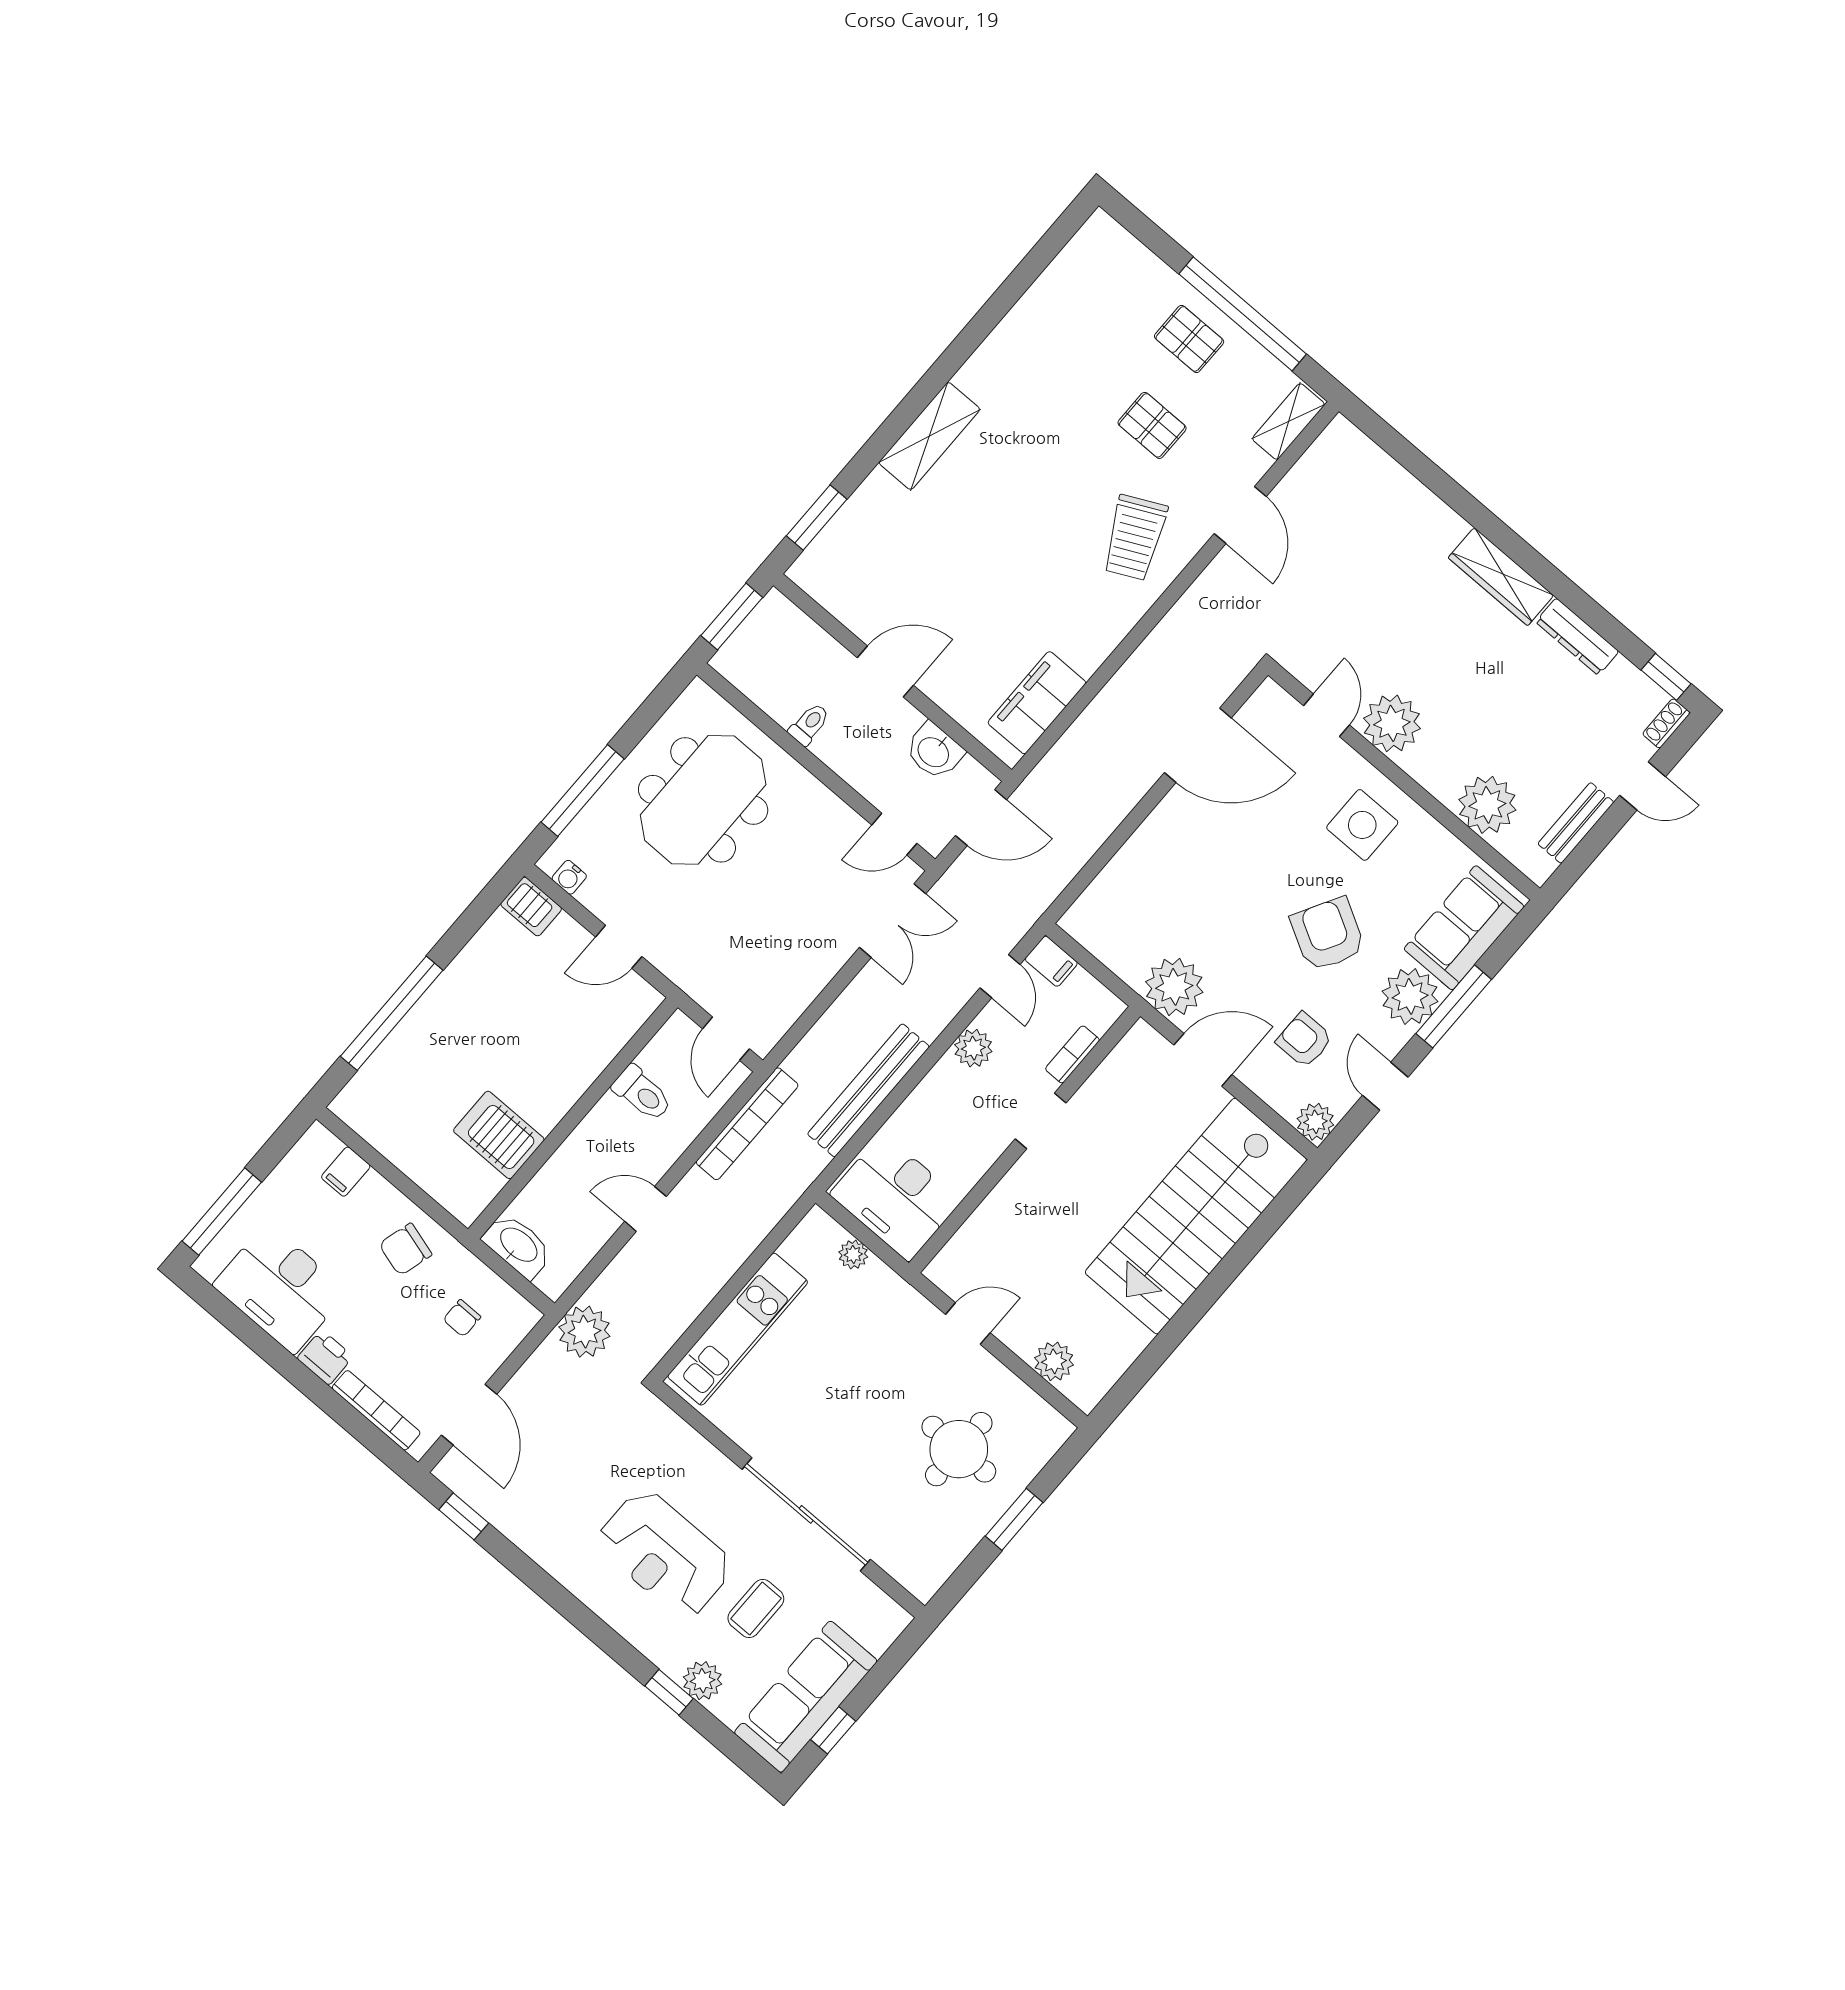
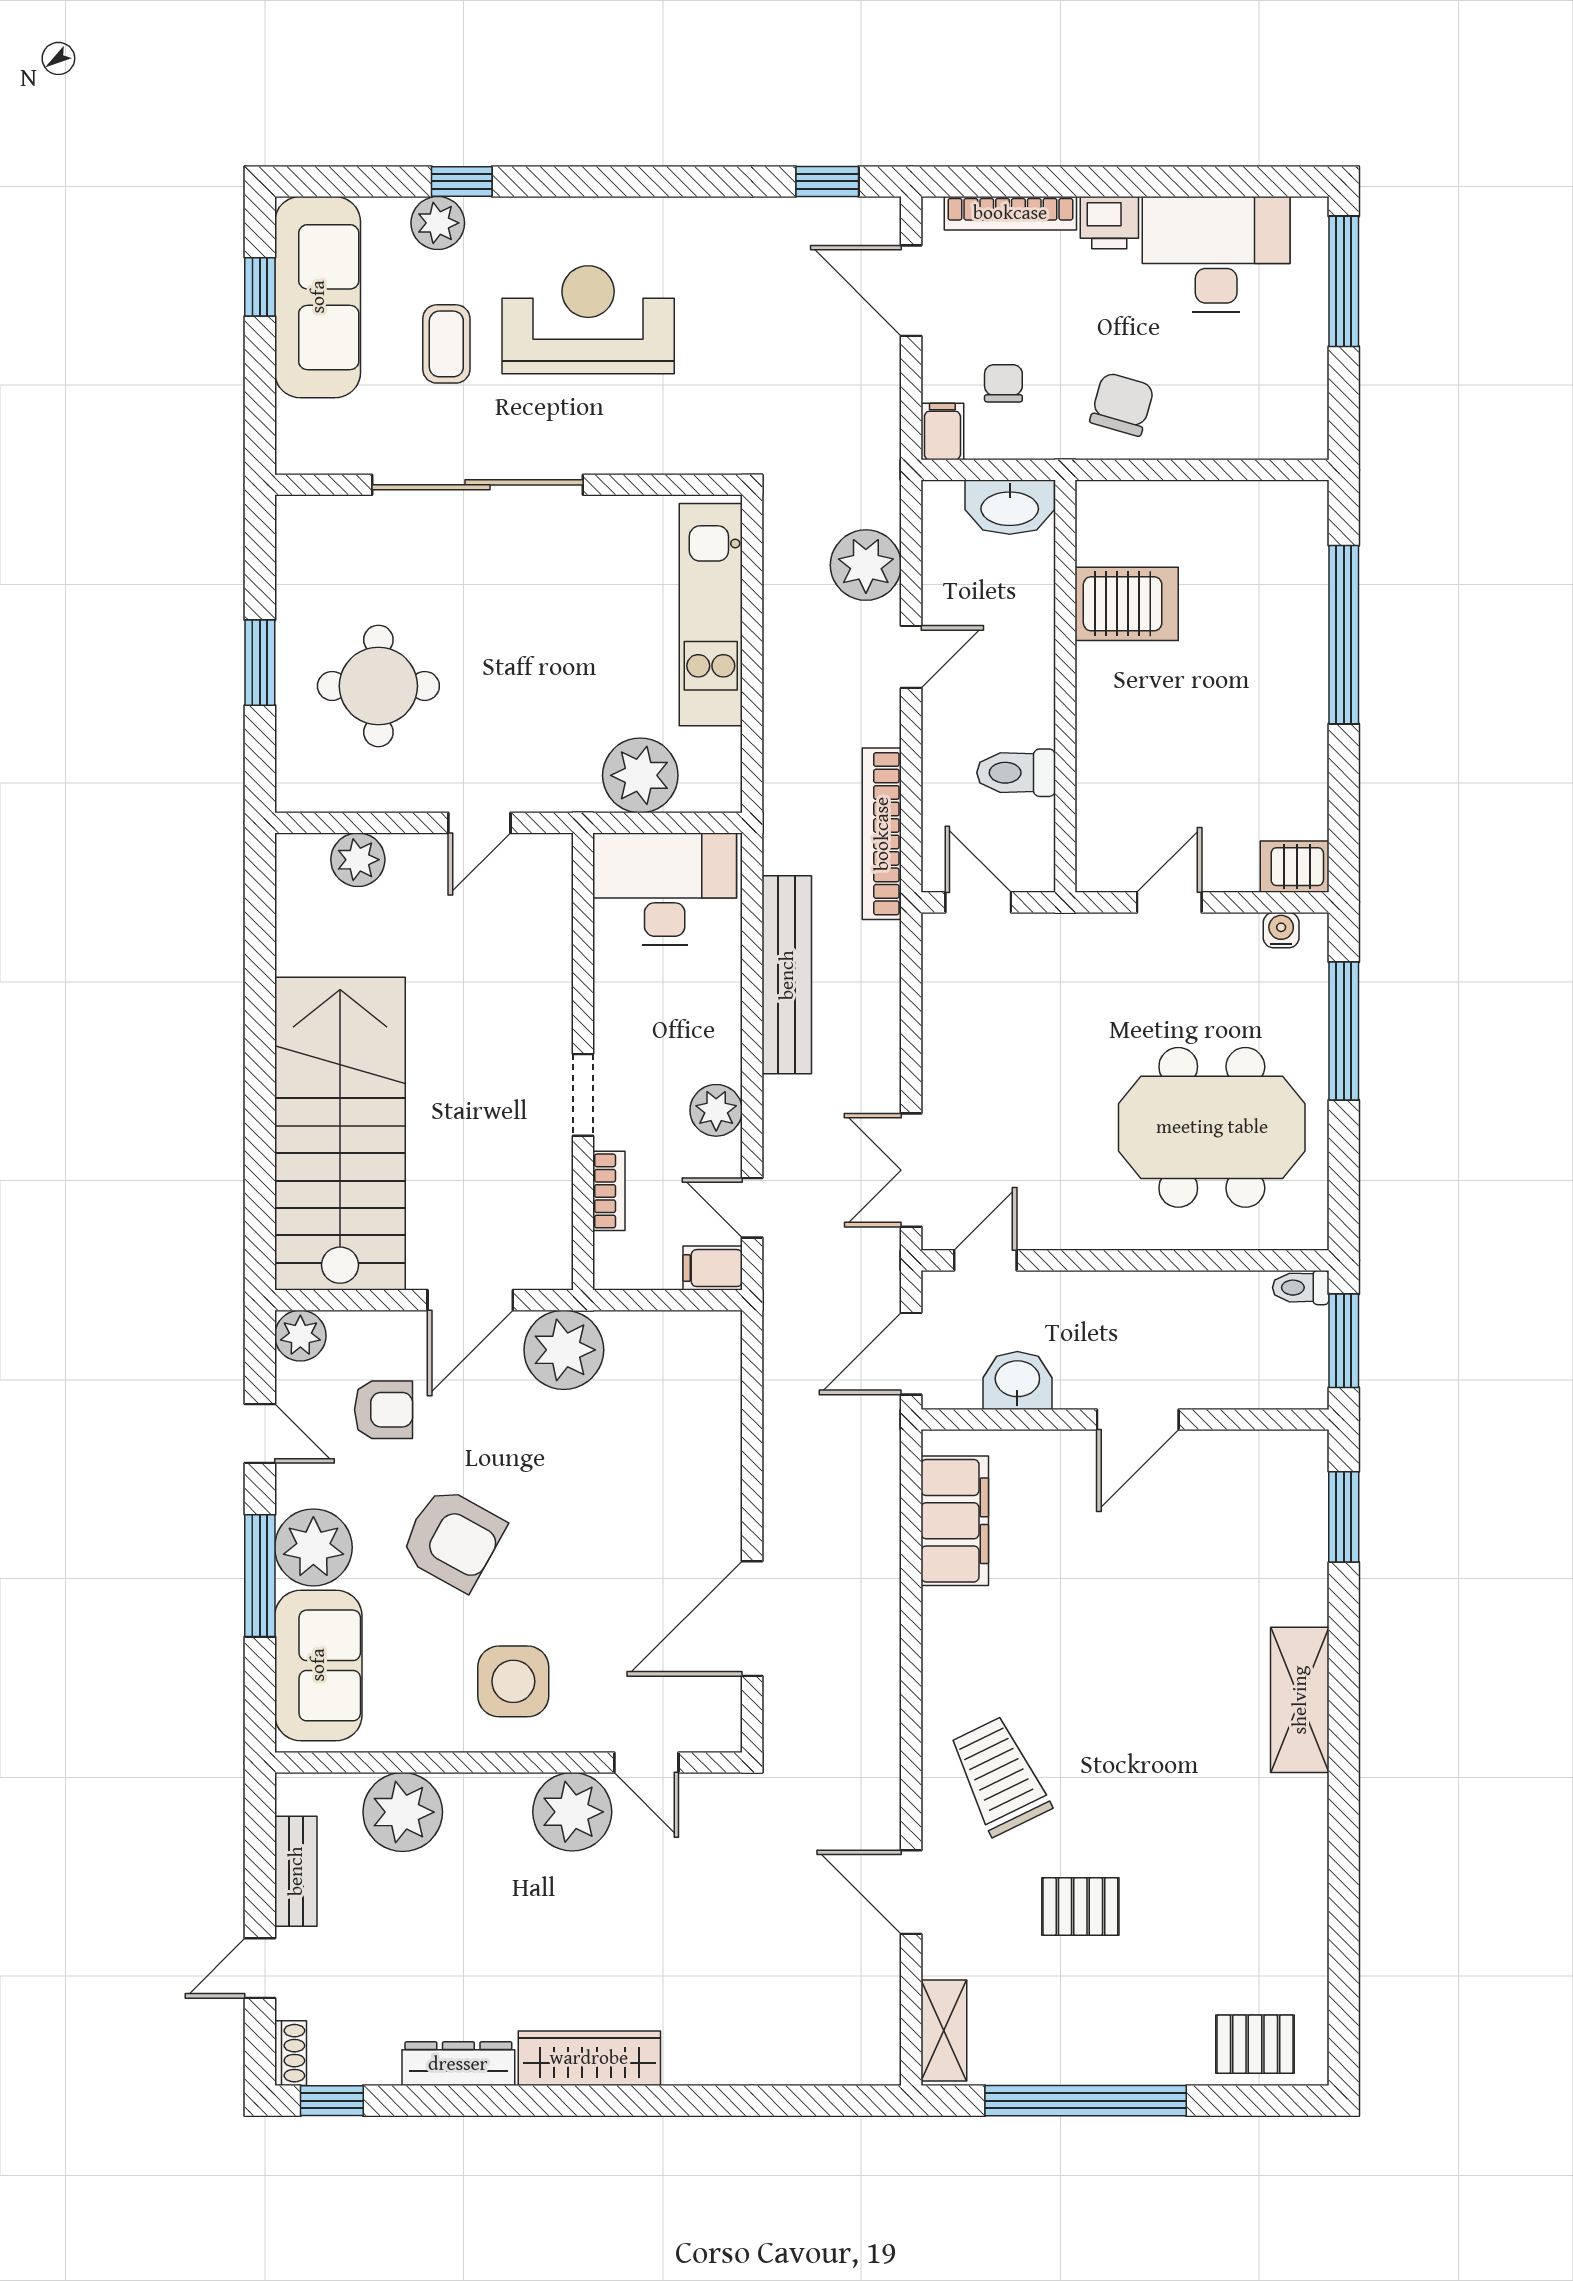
pallet: (1189, 339) -> (1255, 2044), moved
toilet: (809, 724) -> (1301, 1288), moved, turned 90
meeting table: (703, 800) -> (1212, 1127), turned 90
filing cabinet: (346, 1172) -> (942, 432), moved
plant: (853, 1254) -> (640, 775), width x1.87, depth x1.87
plant: (584, 1332) -> (866, 565), moved

